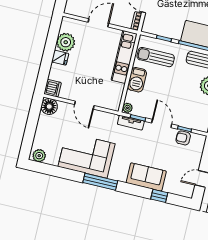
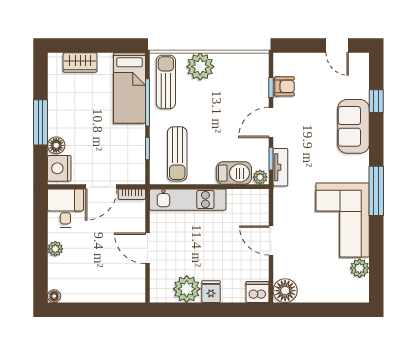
barbecue: (137, 80) -> (234, 173), moved
door: (84, 105) -> (271, 240), swing flipped
armchair: (183, 138) -> (285, 86), turned -90
plant: (39, 156) -> (360, 268), moved

